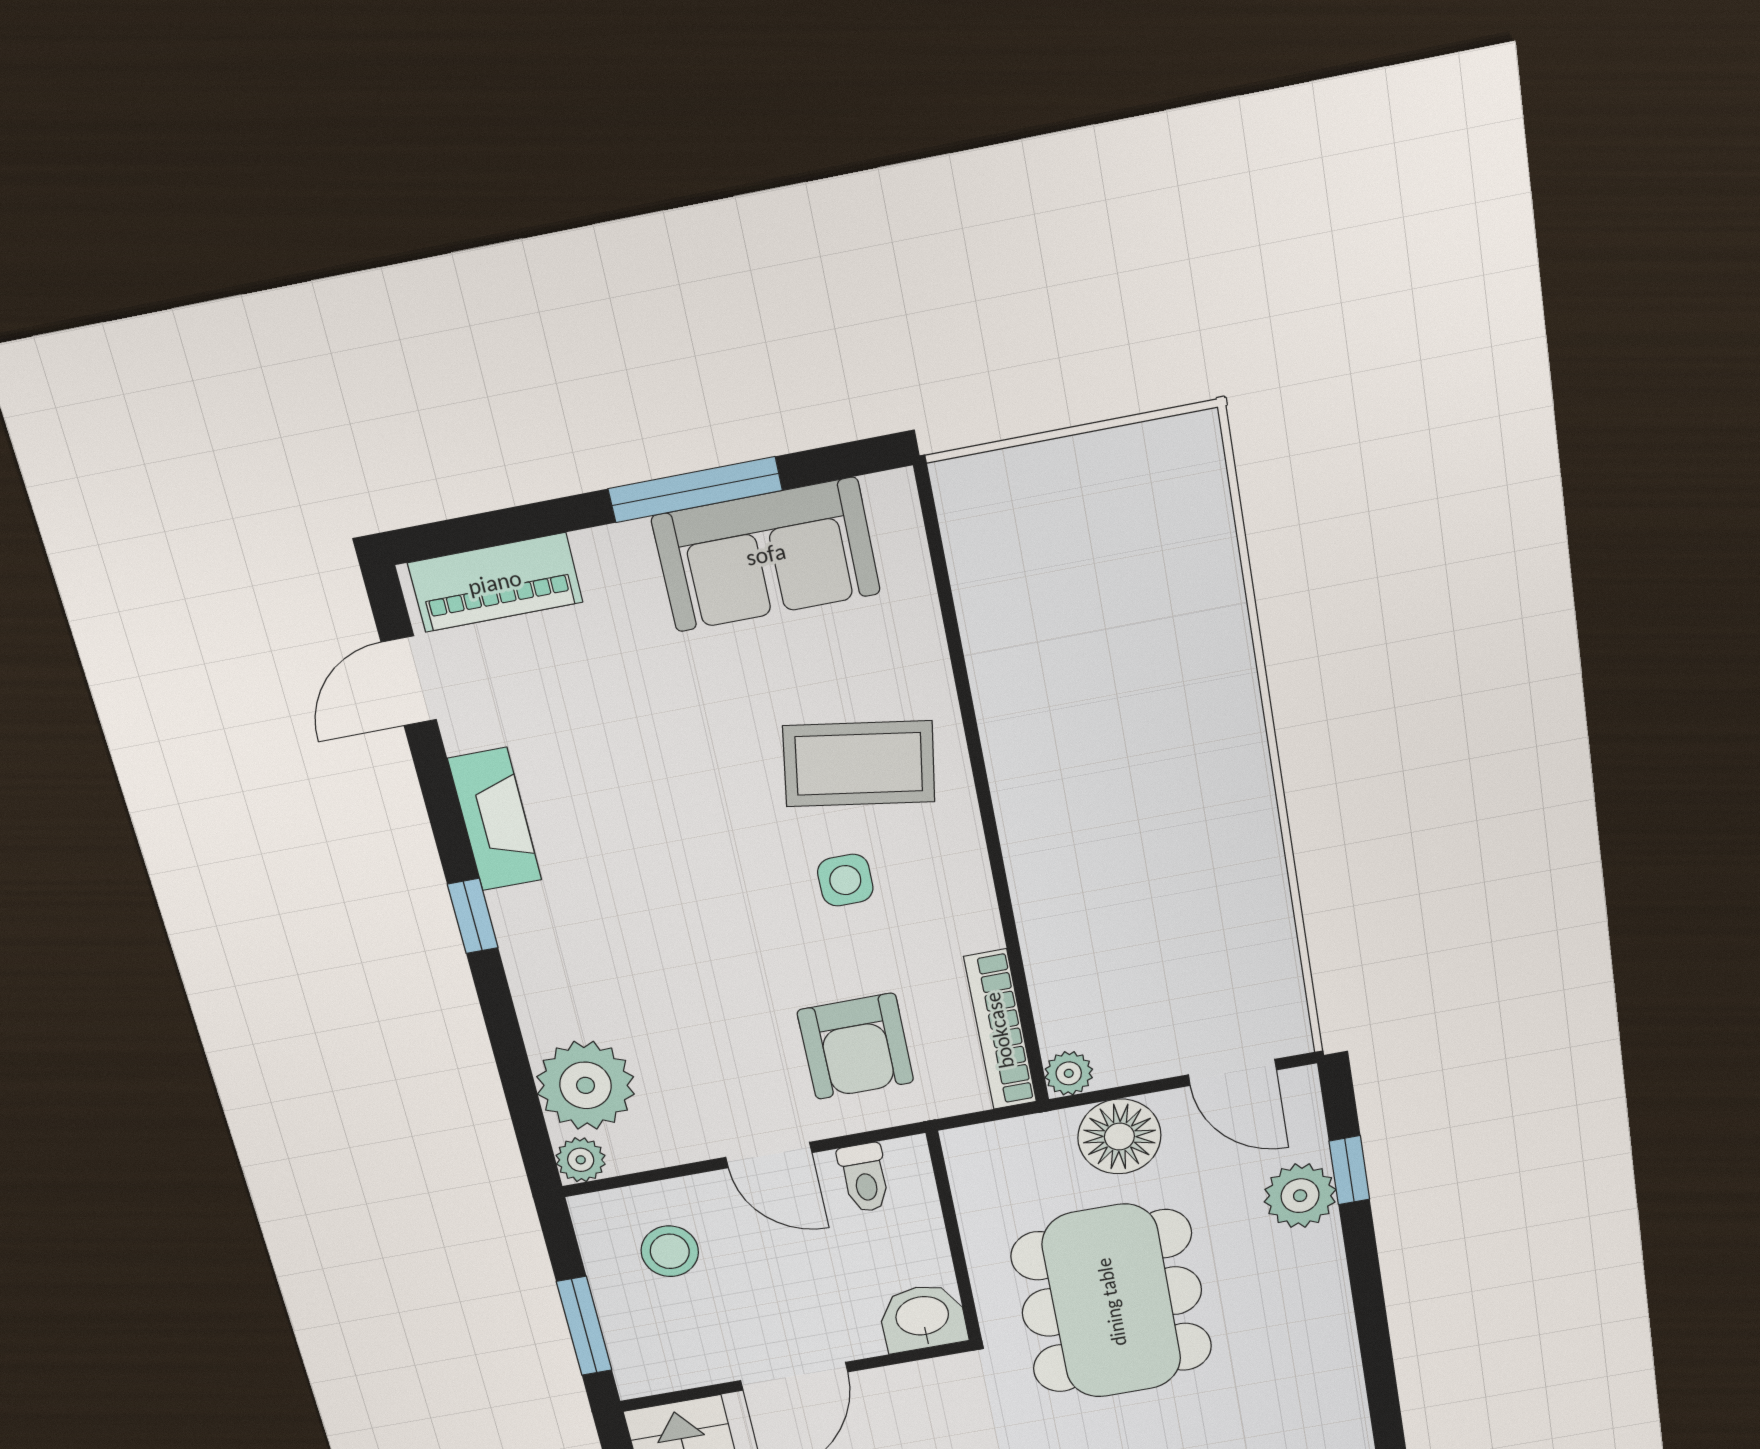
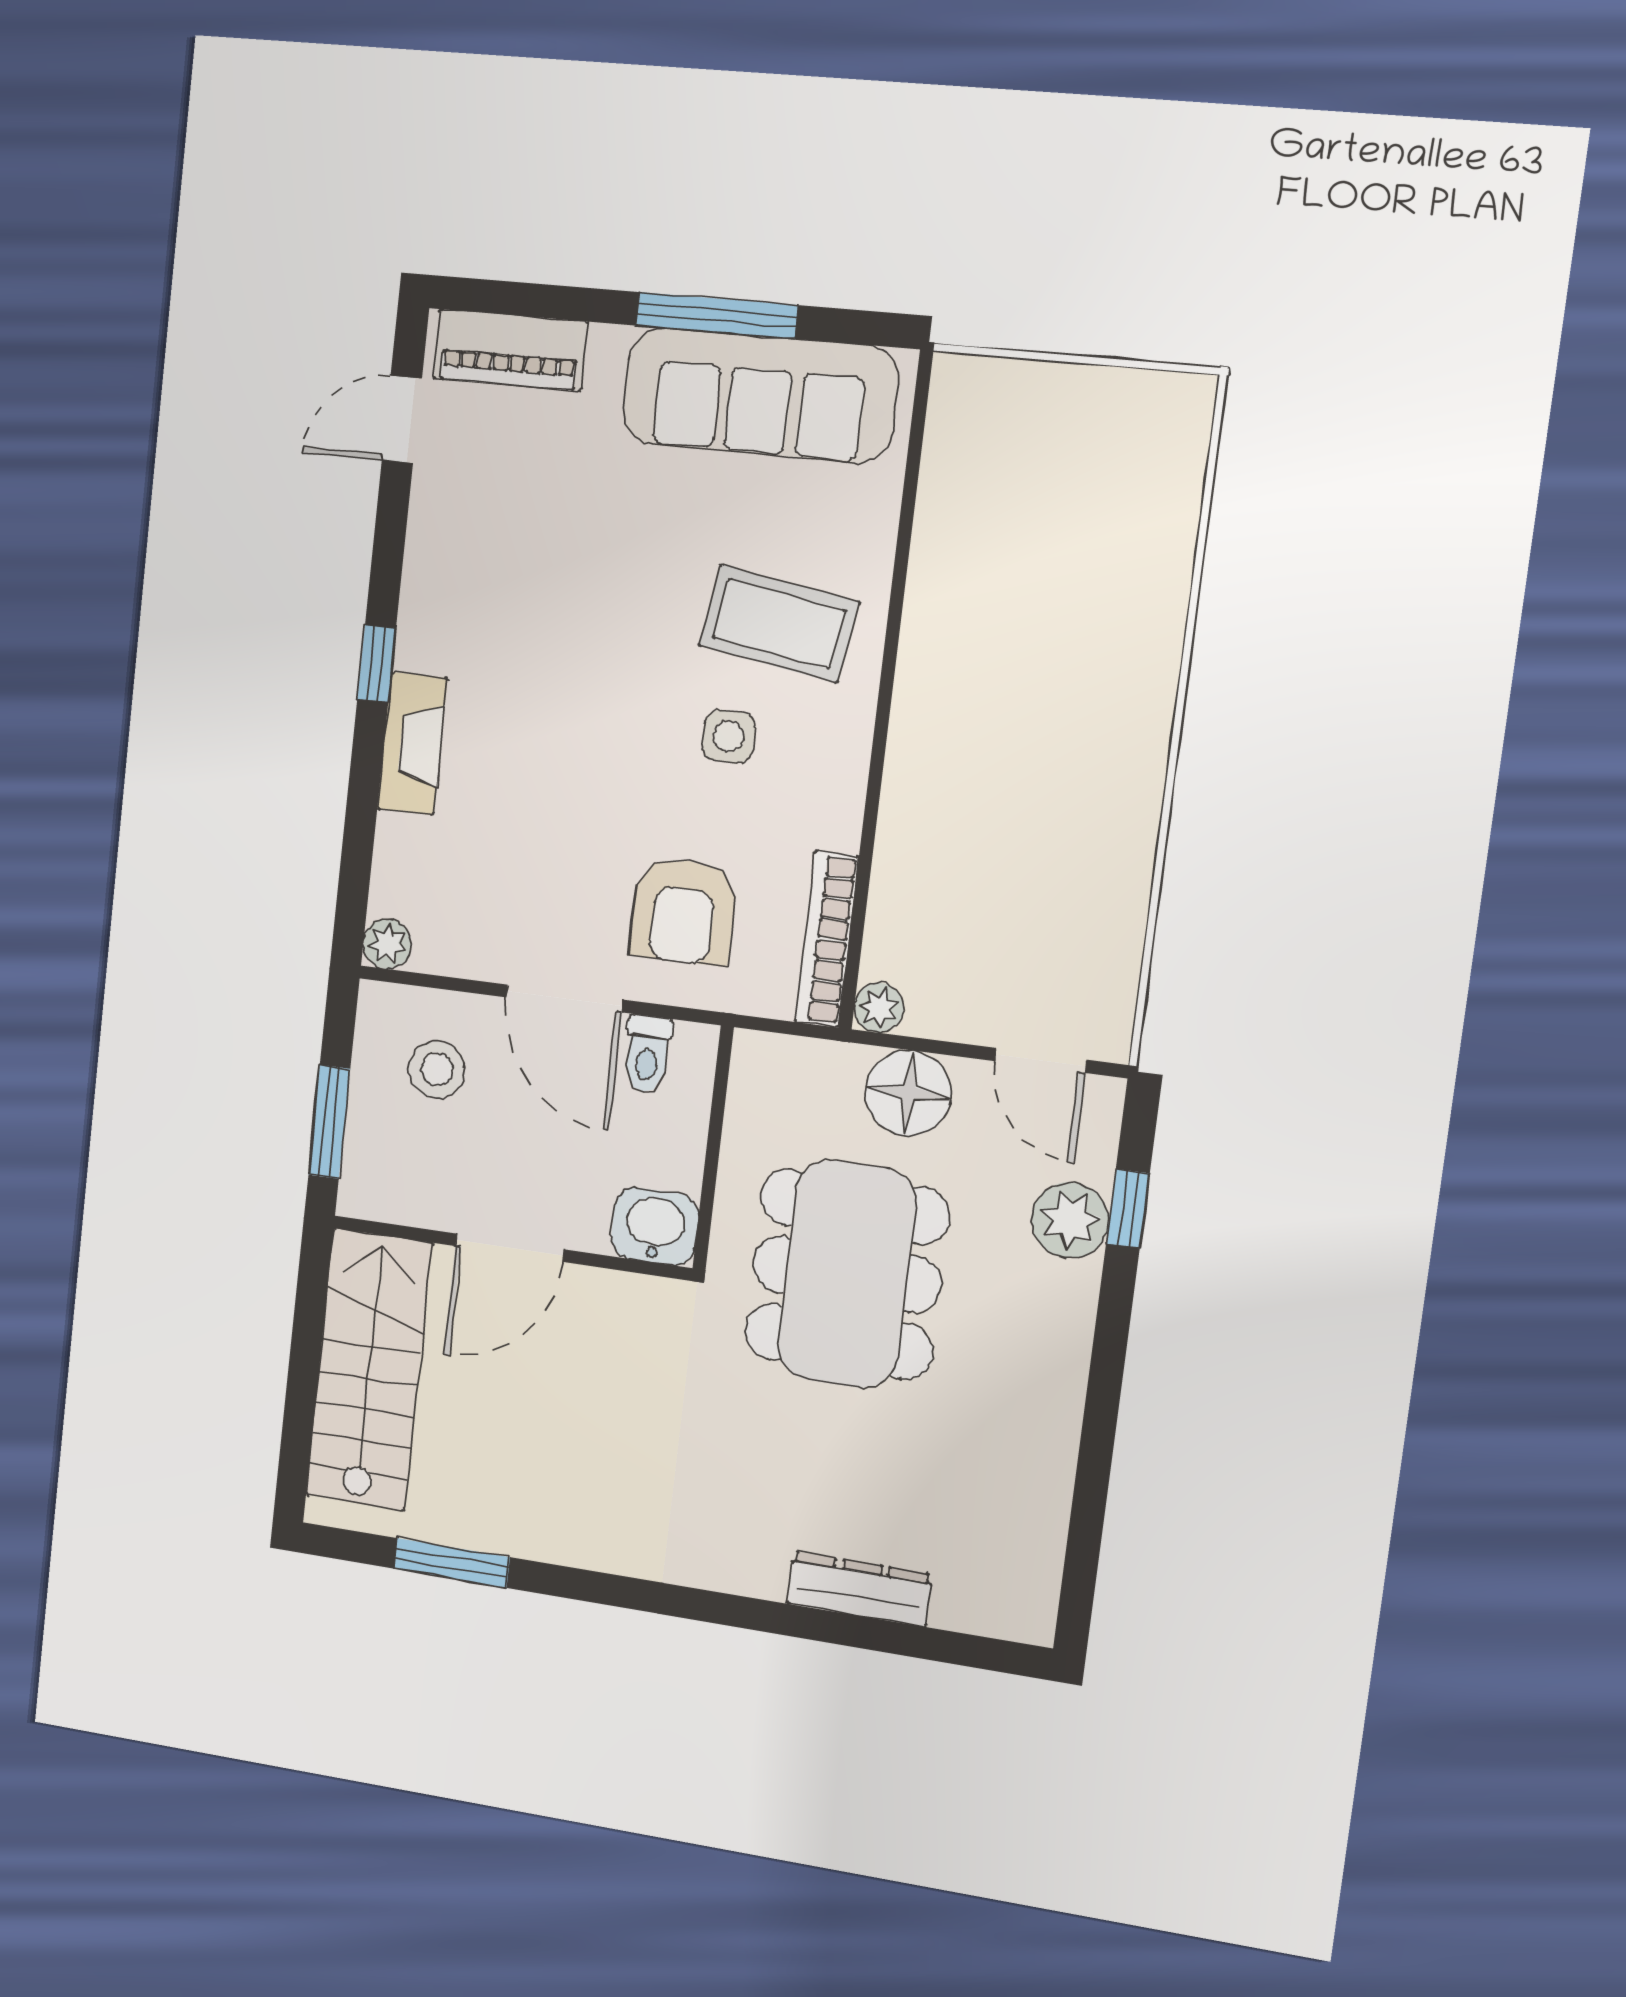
sofa: (766, 555) -> (760, 395), width x1.36
fireplace: (495, 819) -> (412, 744), moved
plant: (586, 1085) -> (419, 868), removed
door: (769, 1155) -> (564, 999), width x1.38

